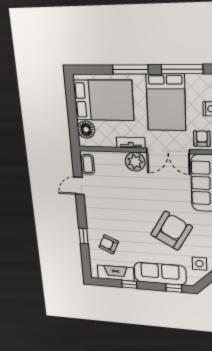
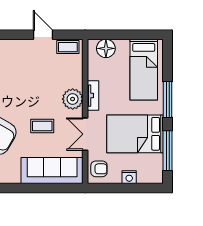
bed: (104, 100) -> (144, 70), width x0.67
double door: (168, 151) -> (85, 134), width x0.73
coffee table: (162, 190) -> (42, 126), added

